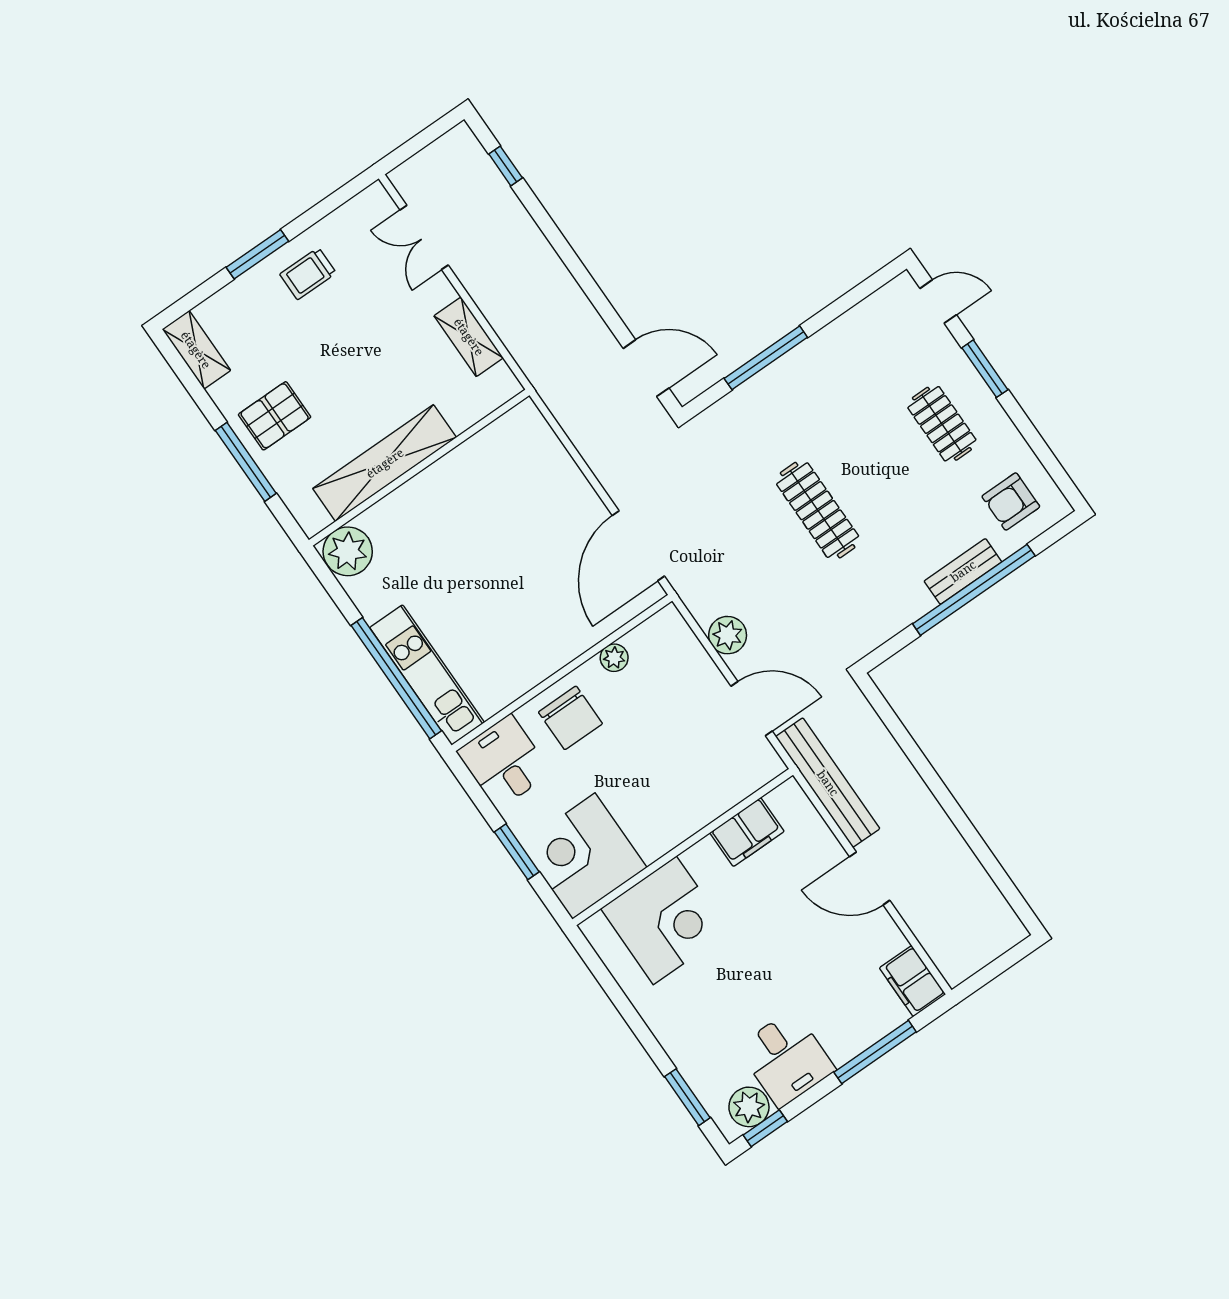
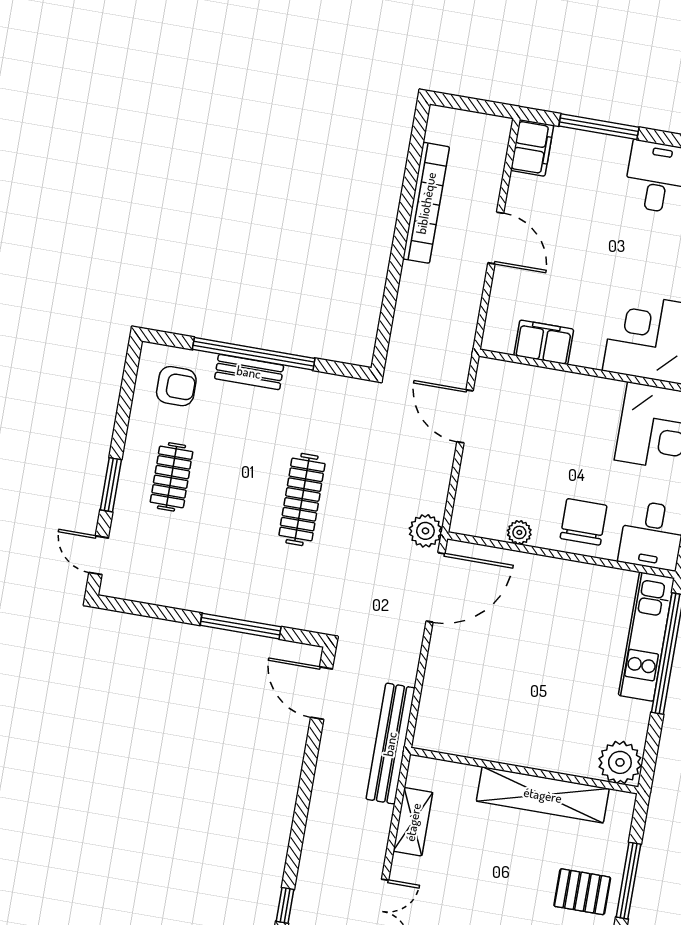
plant: (728, 635) -> (425, 531), moved
bench: (828, 783) -> (390, 744), moved
bookcase: (955, 851) -> (426, 203), added

